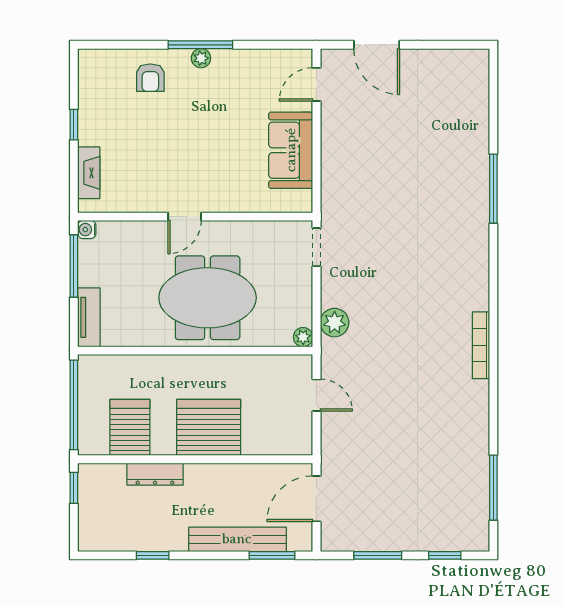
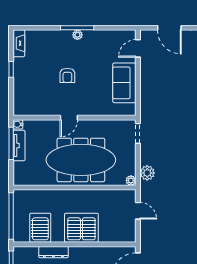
armchair: (150, 78) -> (67, 75), moved
fireplace: (89, 173) -> (19, 43), moved
meeting table: (208, 298) -> (81, 160), width x1.36
tv unit: (89, 317) -> (19, 145), moved

